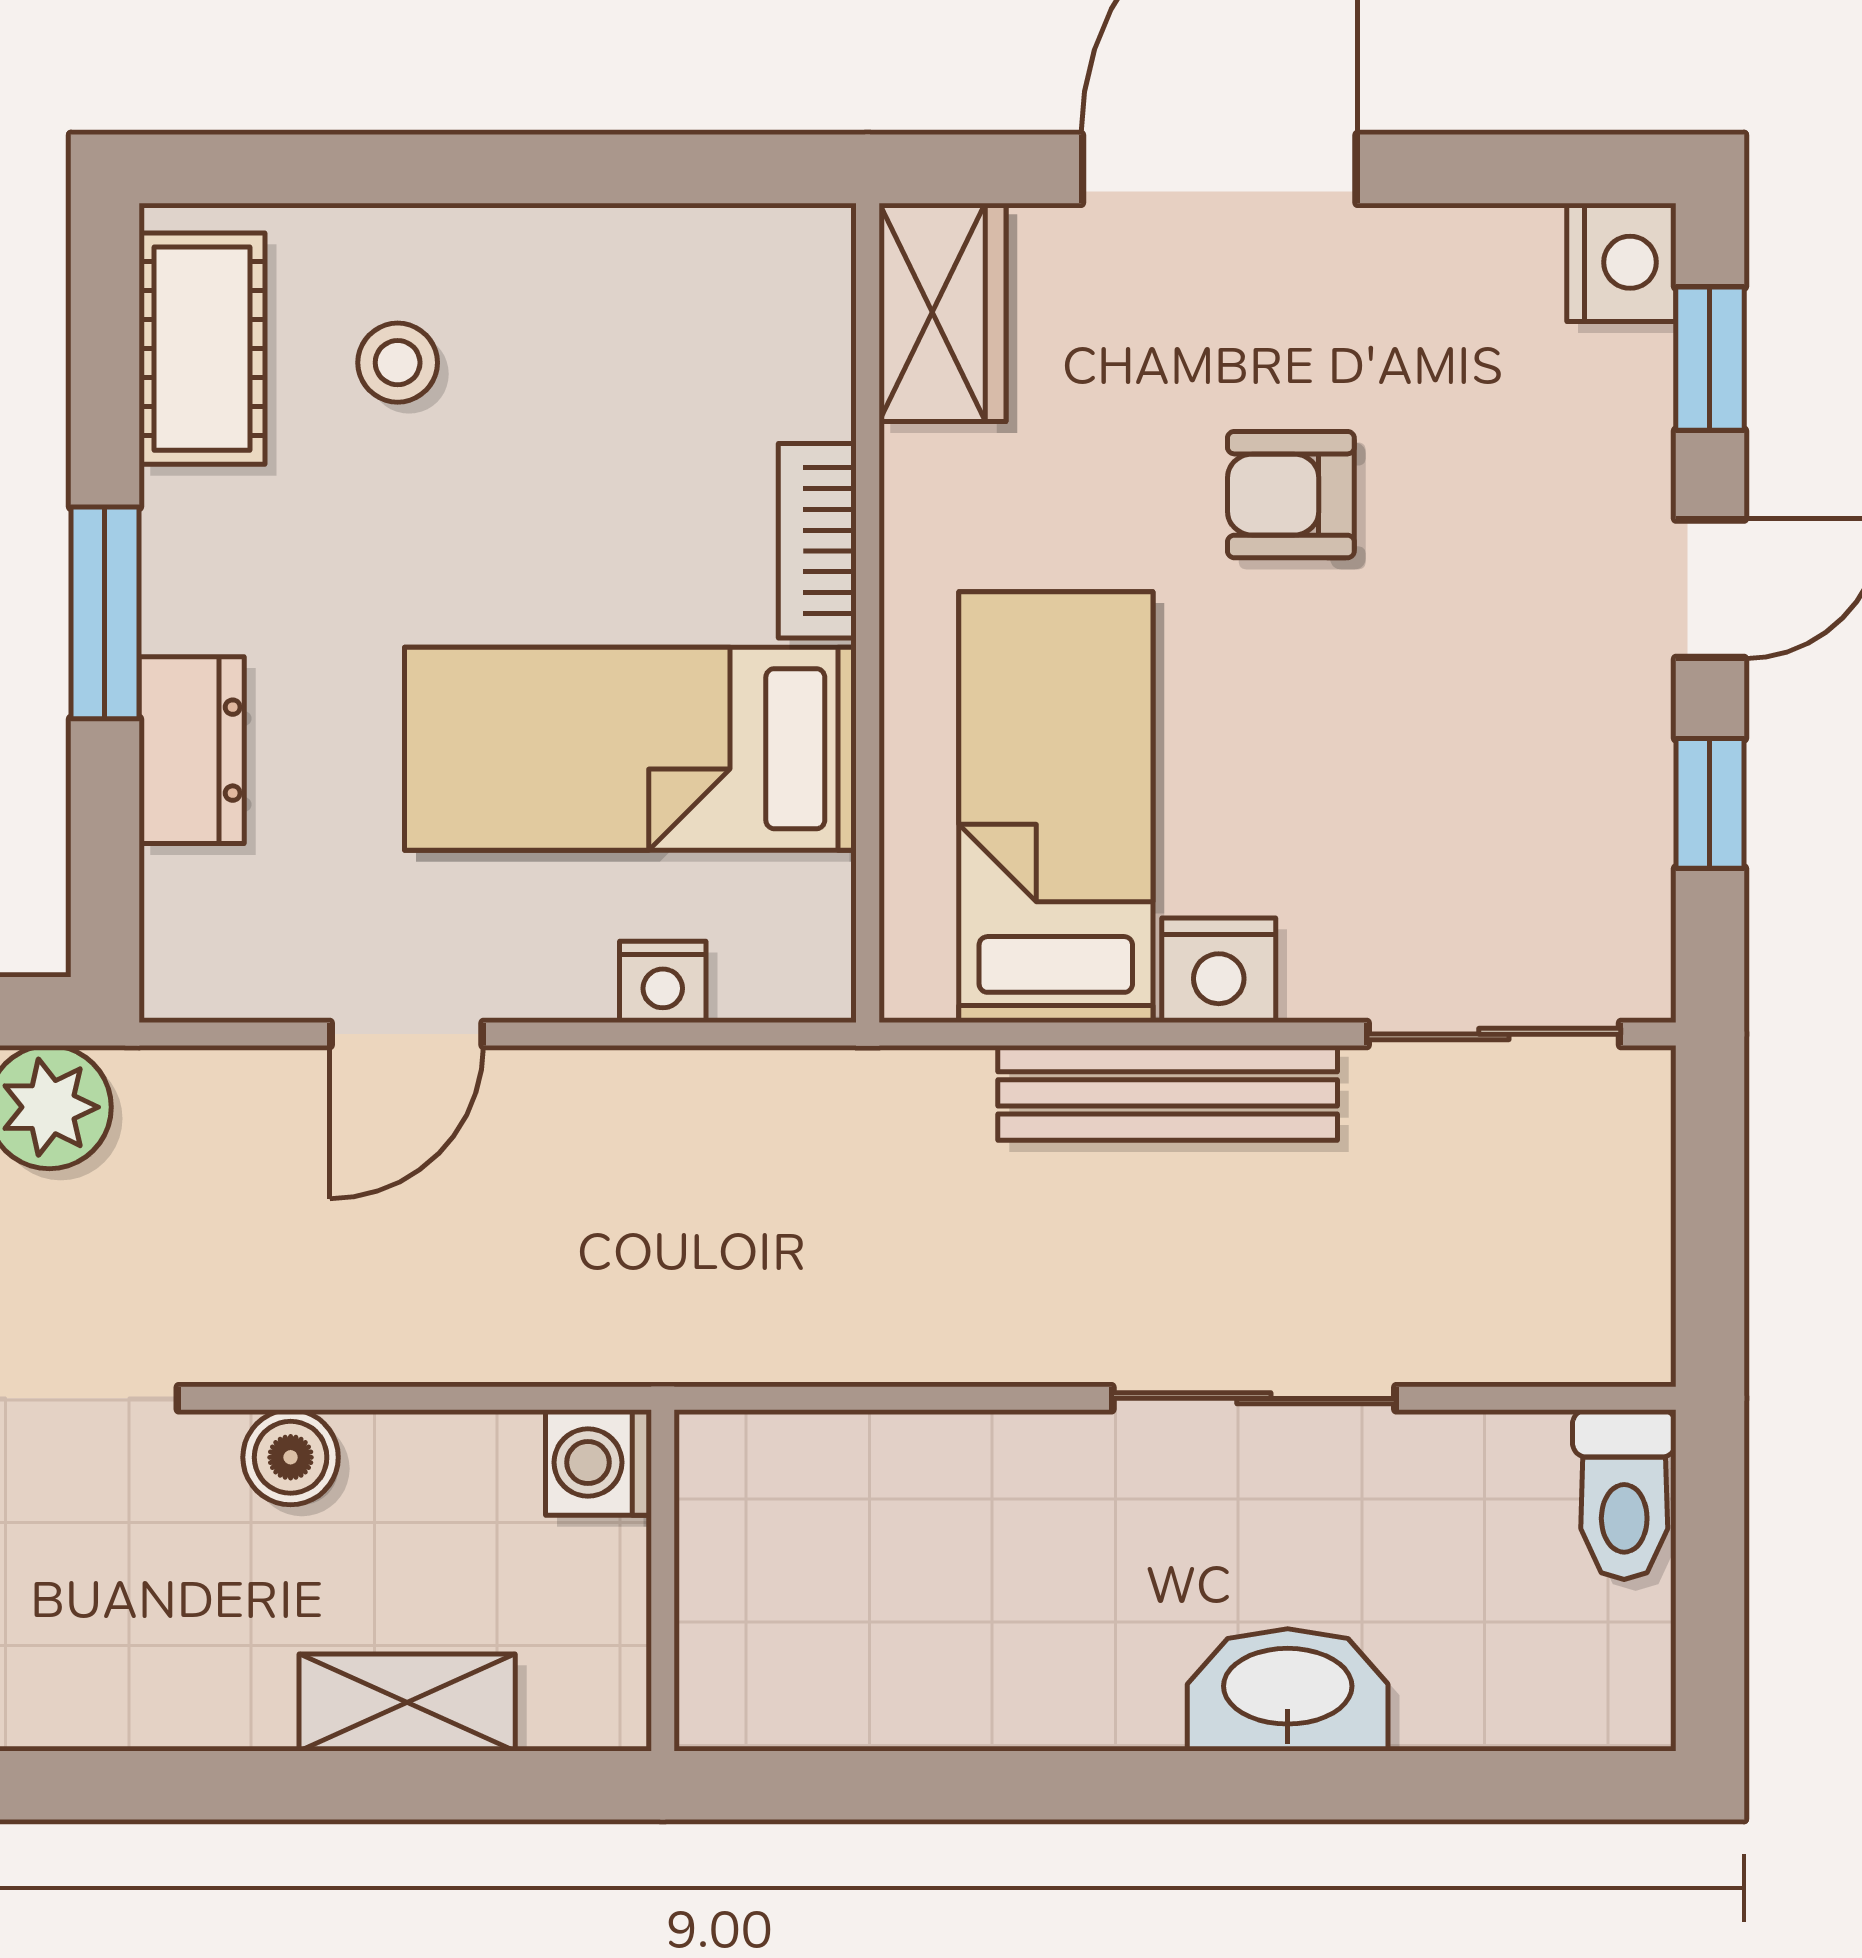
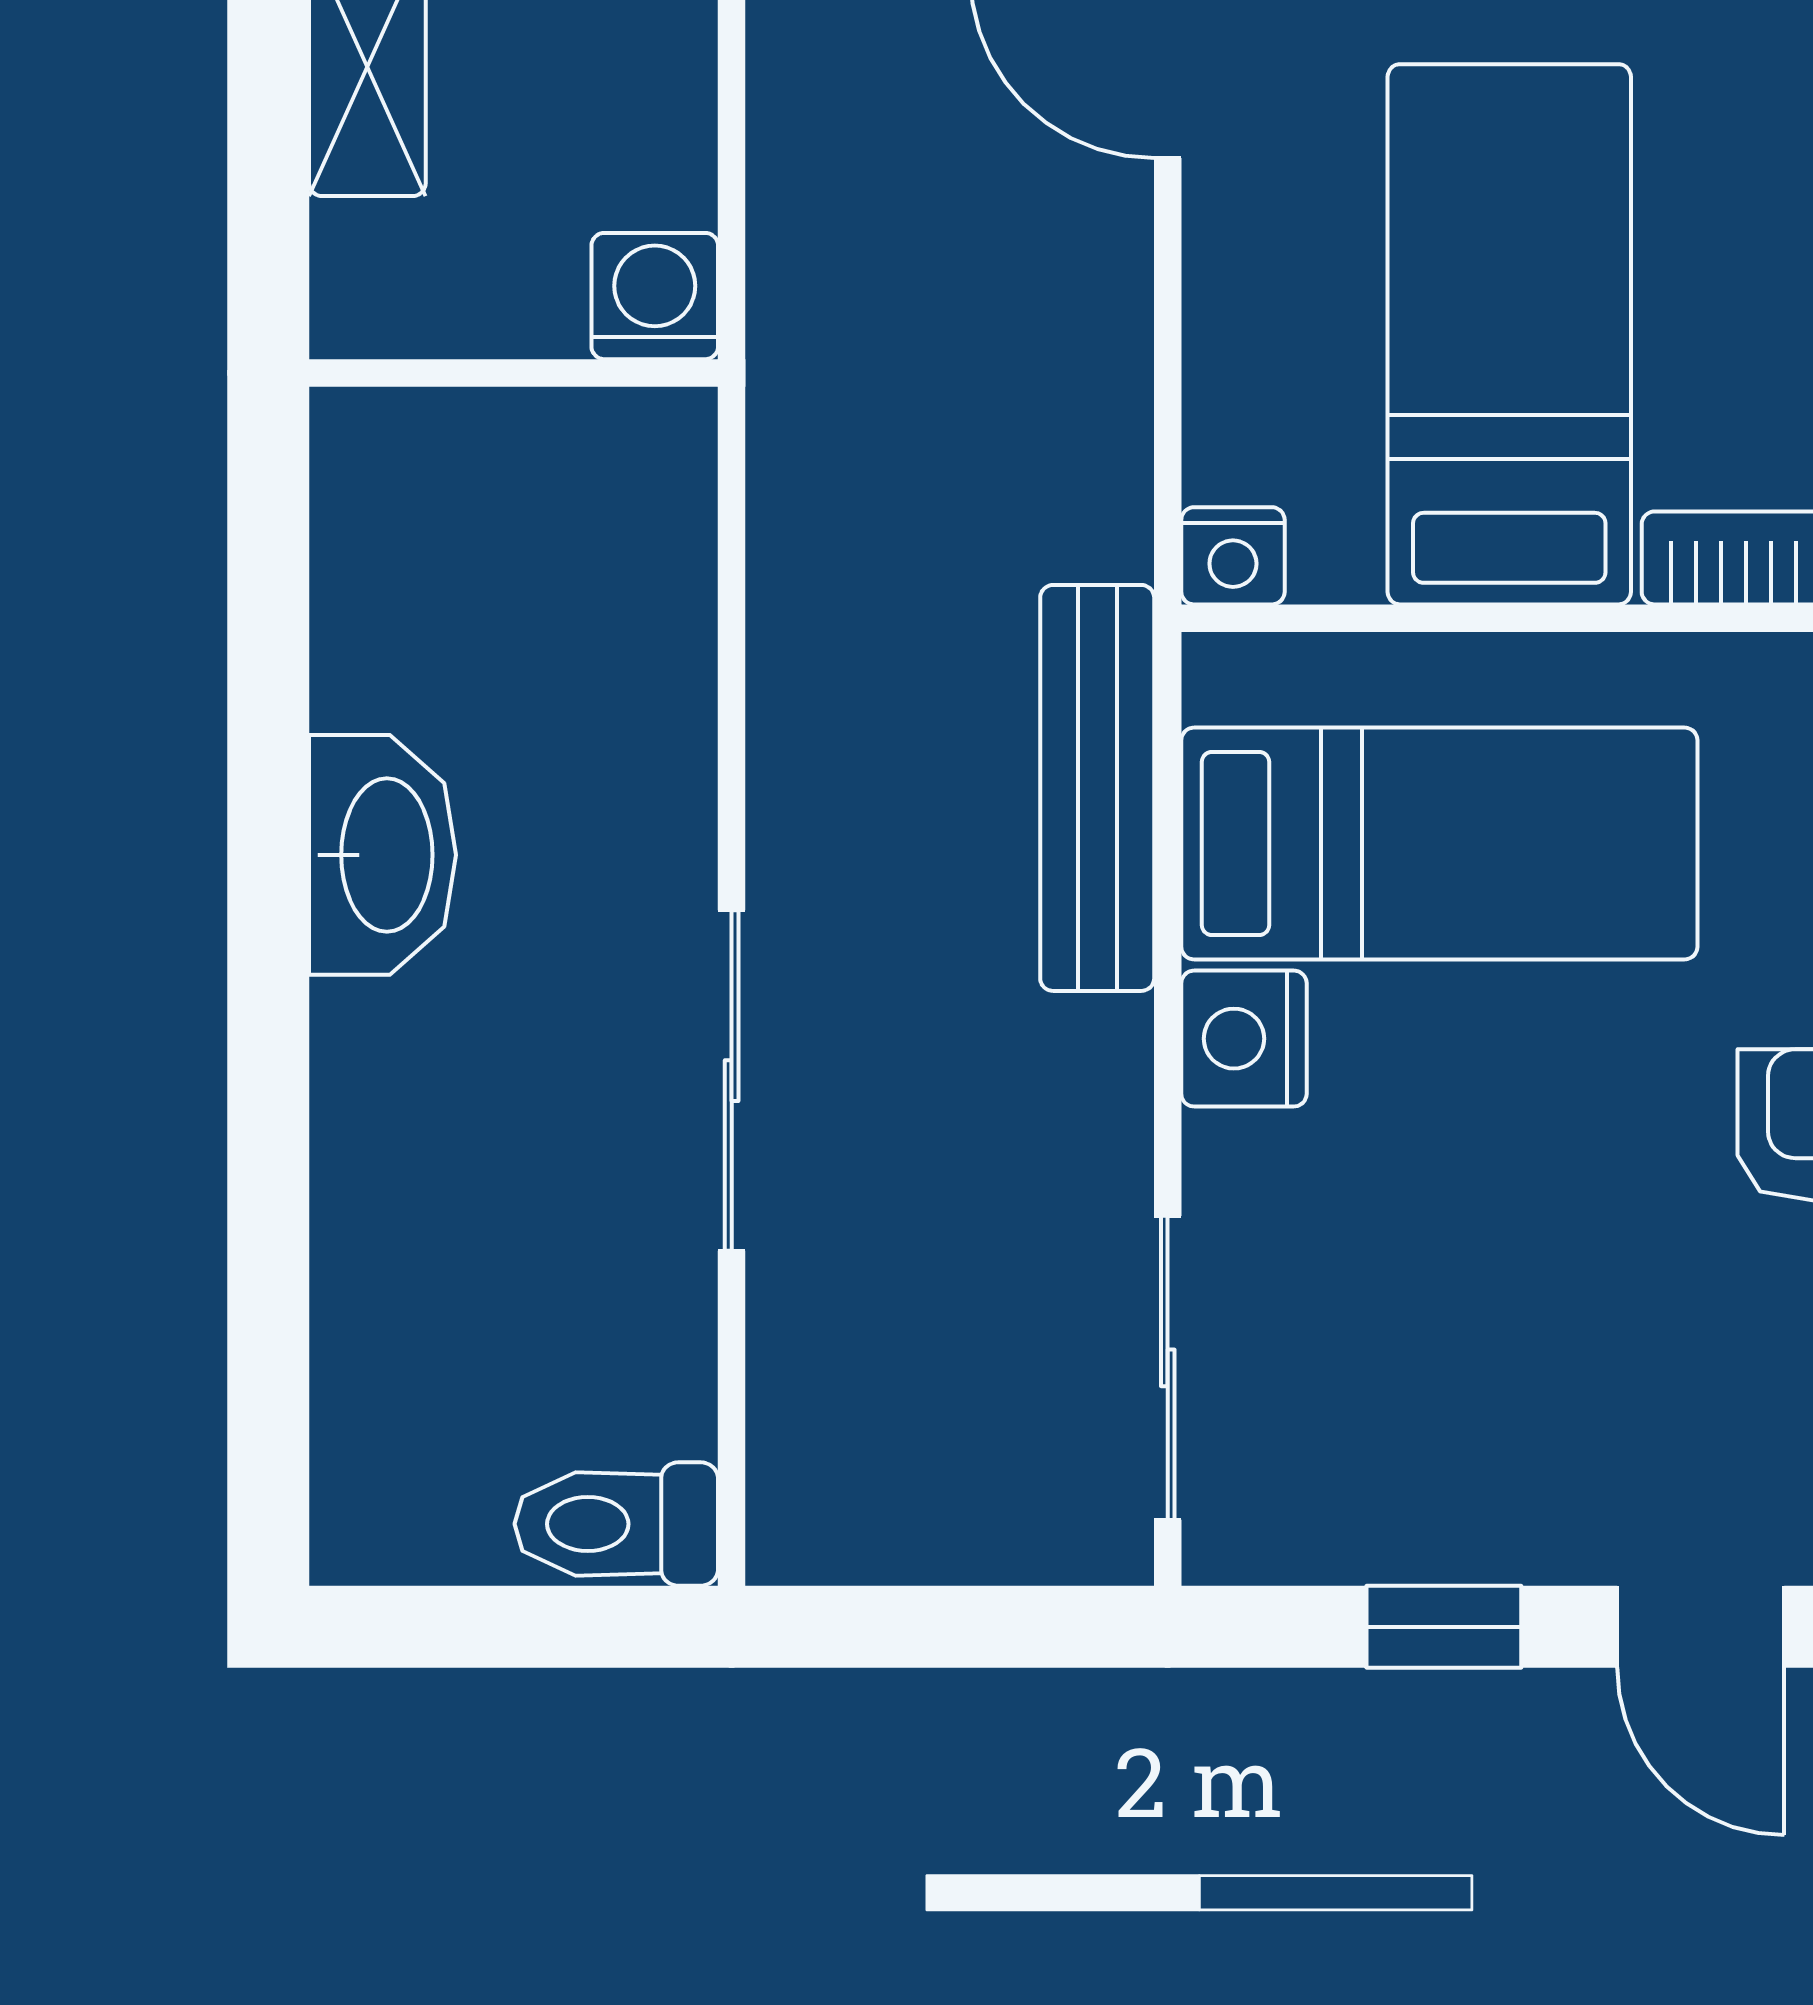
nightstand: (663, 982) -> (1233, 556), moved, turned -90
bench: (1168, 1093) -> (1097, 788), moved
washbasin: (1288, 1690) -> (382, 855), moved

